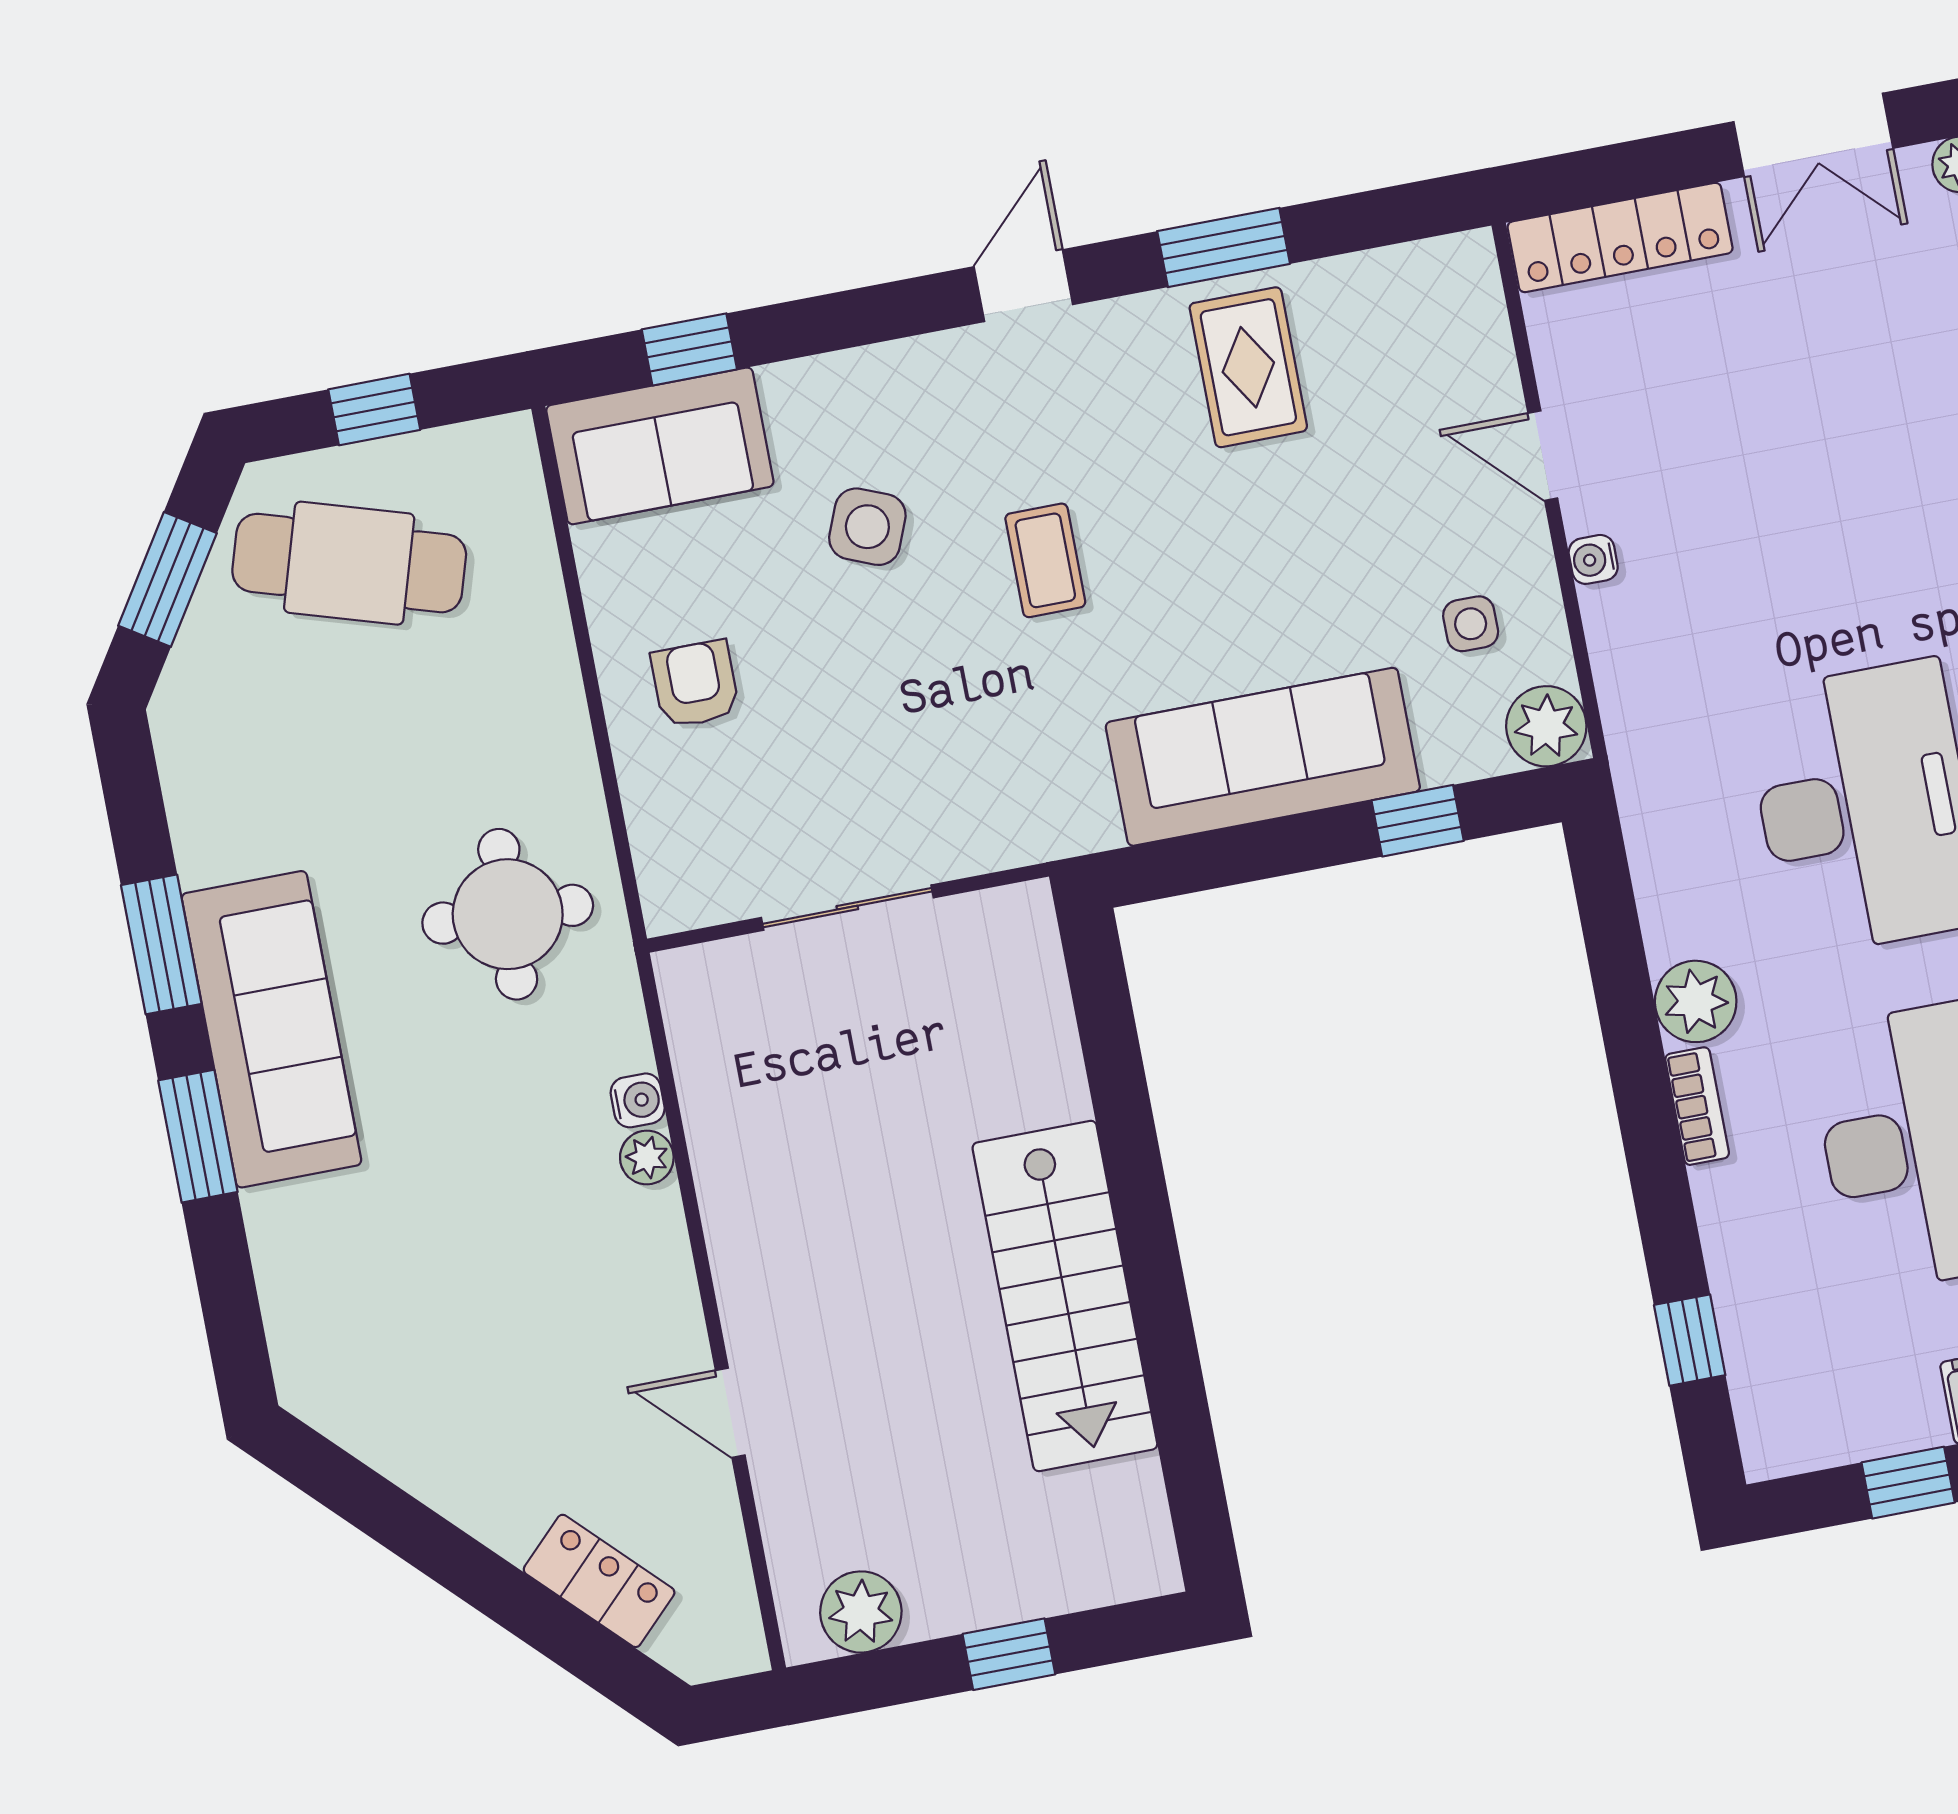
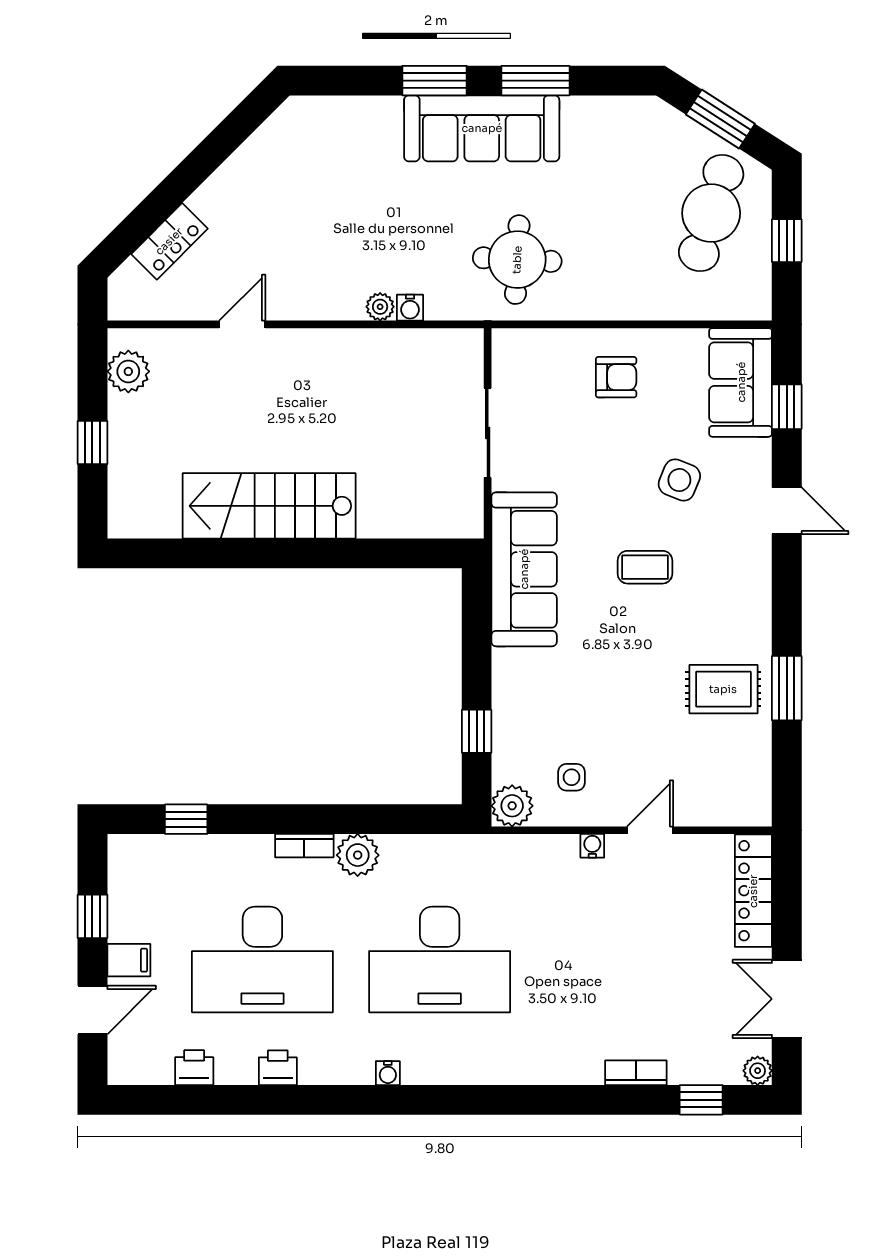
door: (1023, 286) -> (787, 511), moved
sofa: (1263, 757) -> (524, 569), moved

